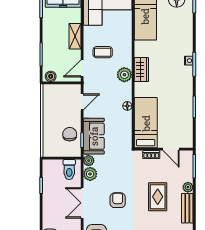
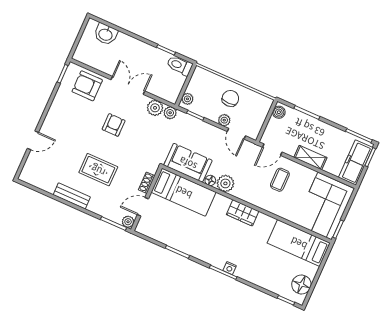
door: (82, 68) -> (272, 150), swing flipped
plant: (124, 75) -> (225, 183), moved
plant: (76, 116) -> (224, 120), added
chair: (70, 134) -> (230, 98), moved, turned -90
sofa: (94, 136) -> (188, 163), moved, turned 180
plant: (72, 152) -> (187, 99), added
toilet: (69, 170) -> (180, 65), moved
plant: (188, 187) -> (128, 222), moved
armchair: (118, 200) -> (114, 125), turned -90

